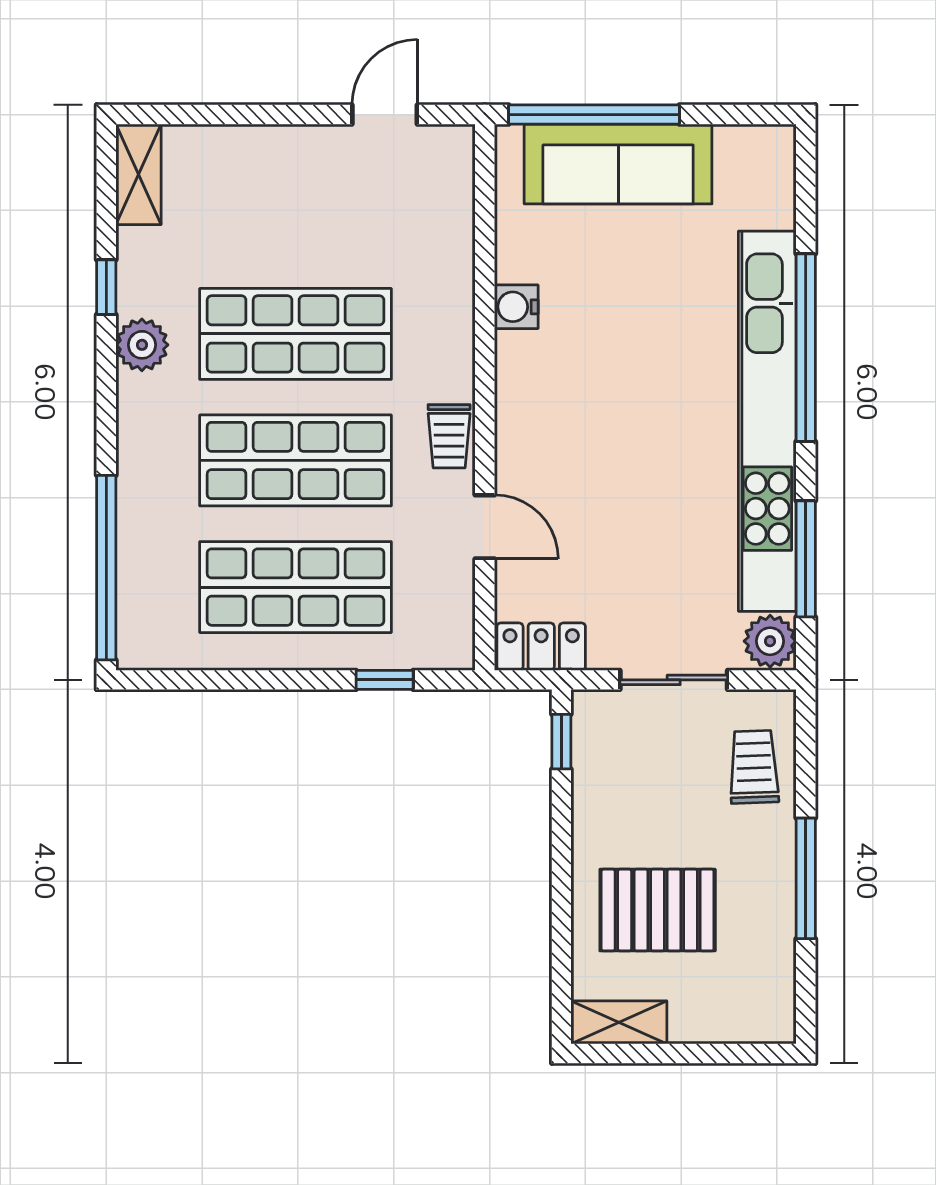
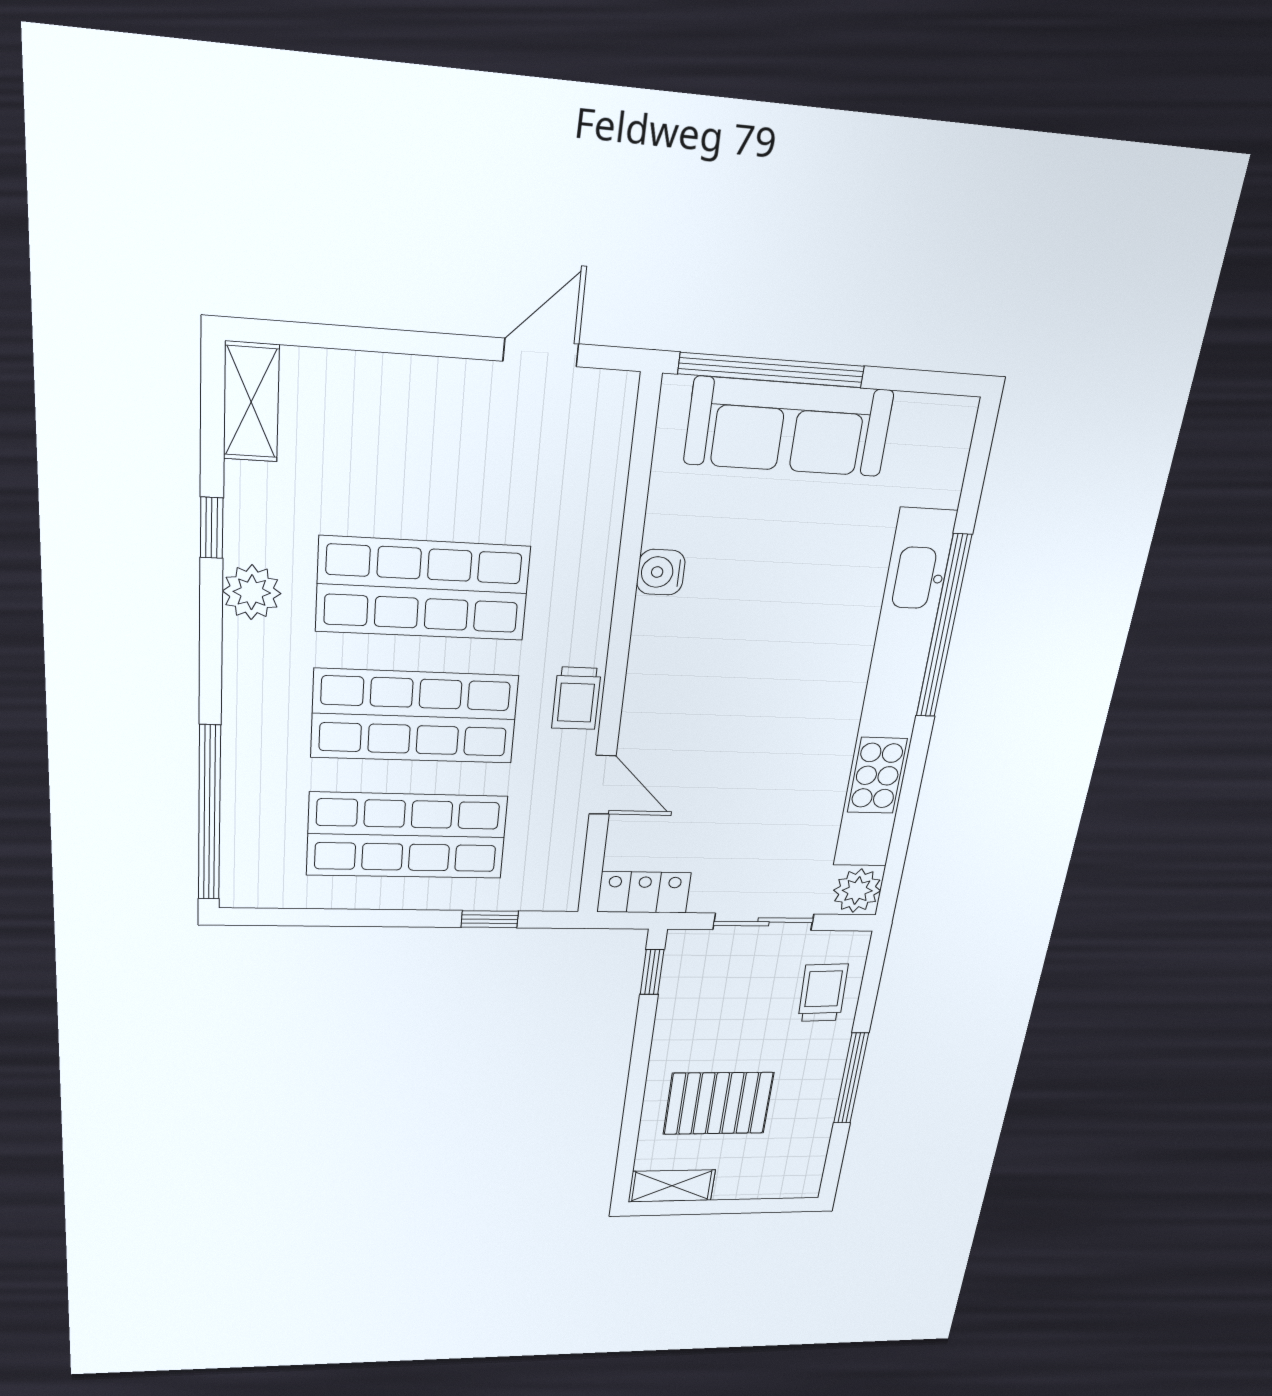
window: (806, 559) -> (904, 821), removed

